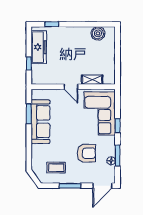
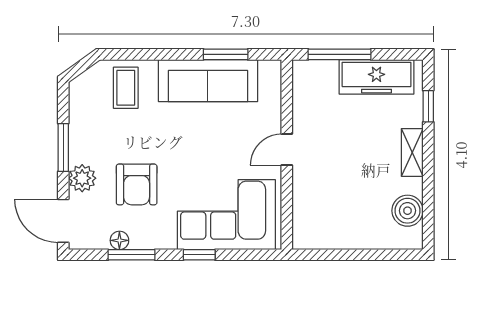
window: (29, 63) -> (339, 54), width x2.17
shelving: (92, 80) -> (412, 152), moved
coffee table: (56, 167) -> (126, 88), moved
plant: (84, 177) -> (82, 178), added

